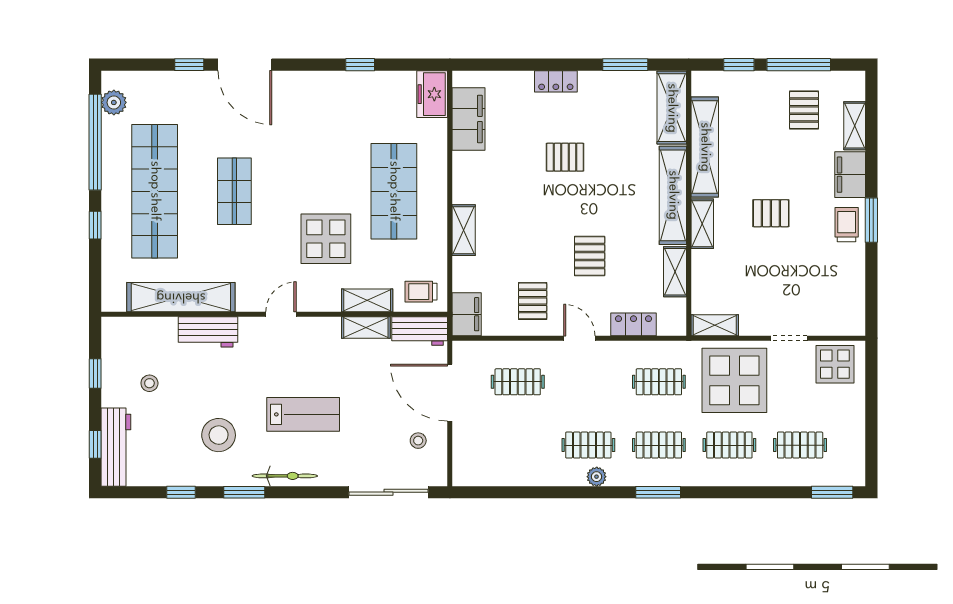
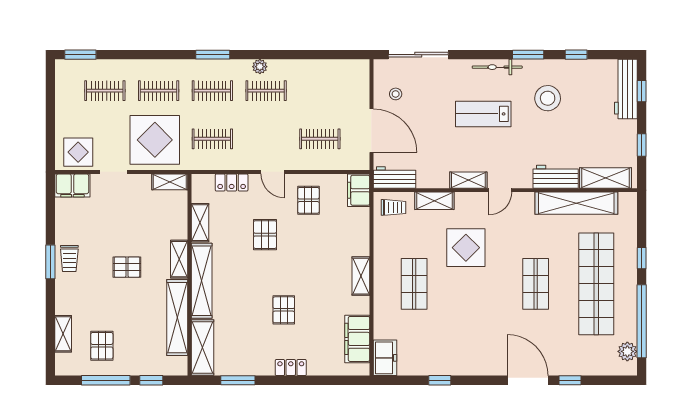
pallet: (565, 157) -> (284, 310), turned 90
filing cabinet: (850, 175) -> (72, 185), moved, turned 90
shop shelf: (394, 191) -> (414, 284), width x0.70, depth x0.74
shelving: (464, 230) -> (361, 276), moved
shelving: (366, 328) -> (468, 180), moved
shelving: (143, 330) -> (605, 178), added
stool: (149, 383) -> (600, 138), removed

